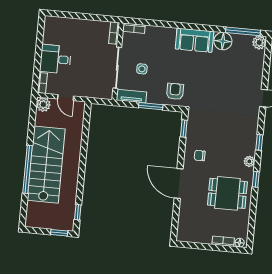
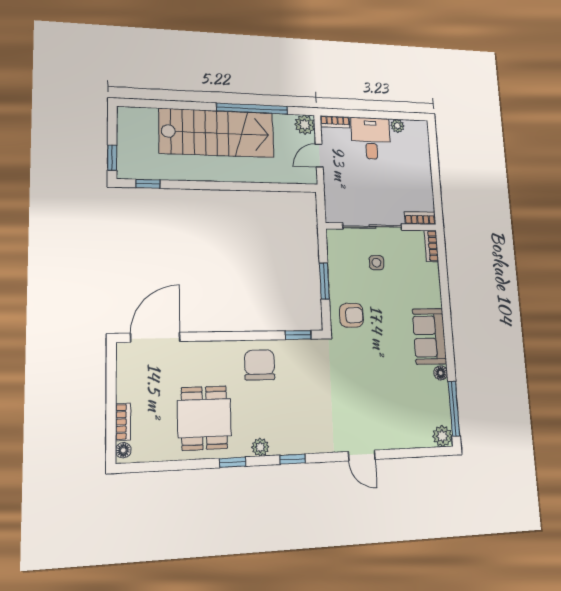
plant: (47, 38) -> (397, 126), added
floor lamp: (223, 41) -> (441, 373), width x0.53, depth x0.53
tv unit: (131, 96) -> (335, 251), removed
chair: (200, 156) -> (260, 365), width x1.87, depth x1.87
window: (27, 169) -> (252, 109), moved
door: (179, 184) -> (155, 337), moved

